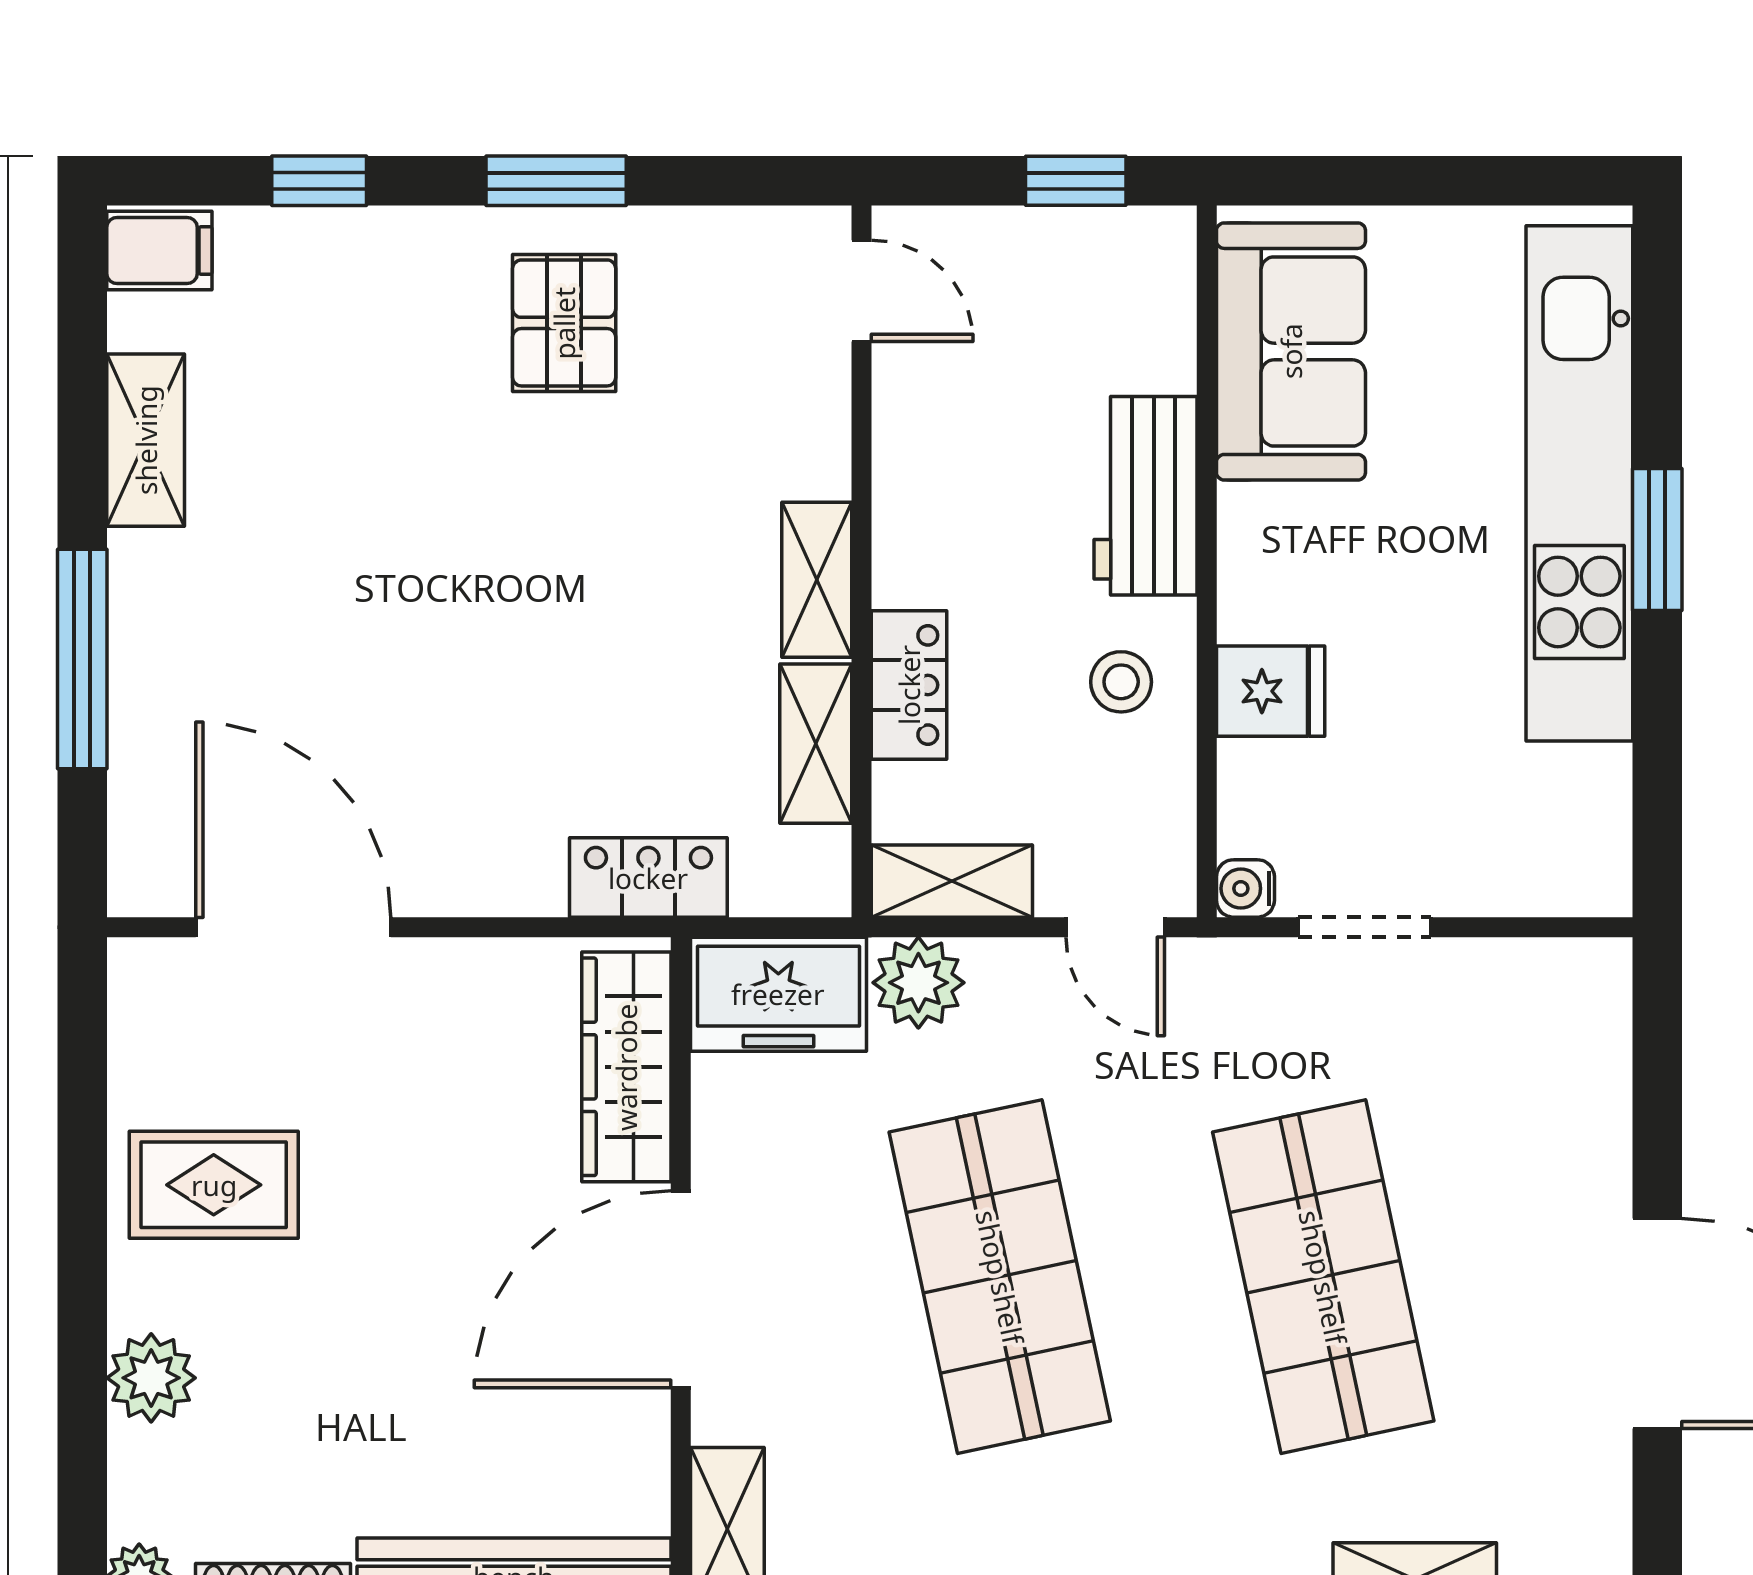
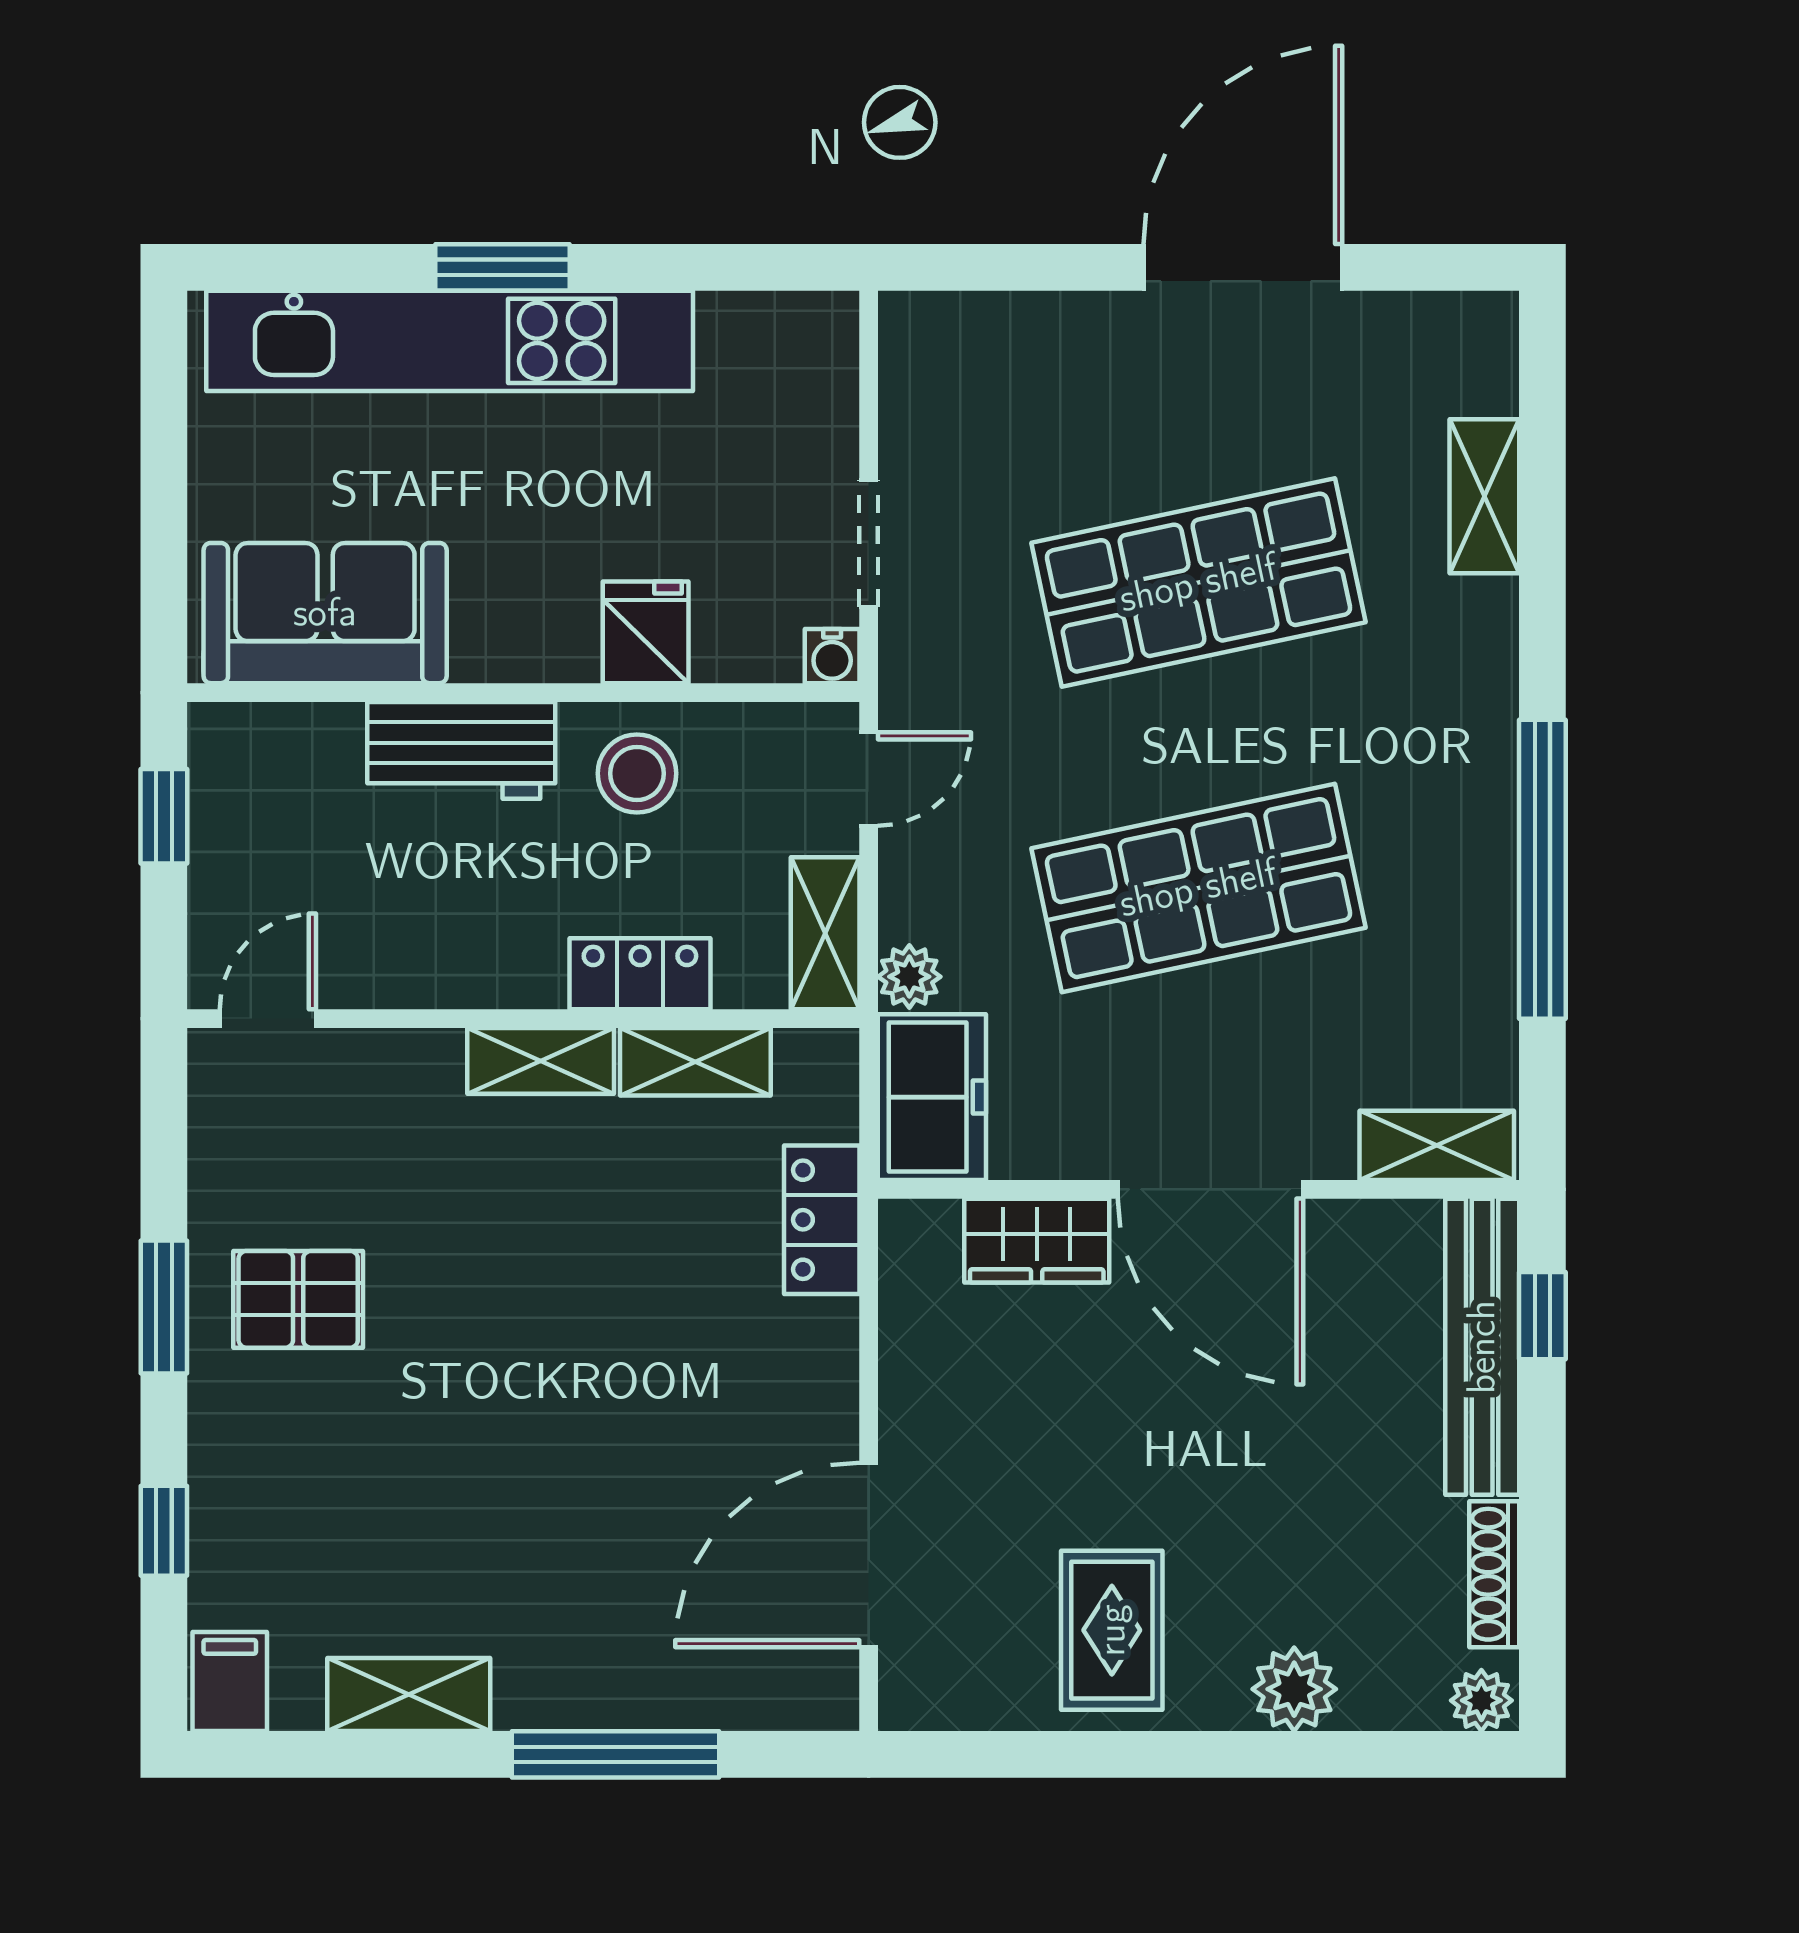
stool: (1121, 682) -> (637, 773), width x1.37, depth x1.37
plant: (918, 983) -> (909, 977), width x0.73, depth x0.73
wardrobe: (626, 1067) -> (1037, 1241), width x0.67

